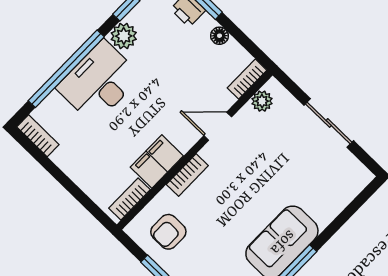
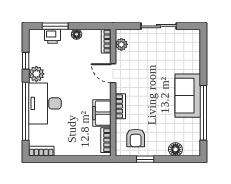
door: (218, 126) -> (113, 73), hinge flipped

